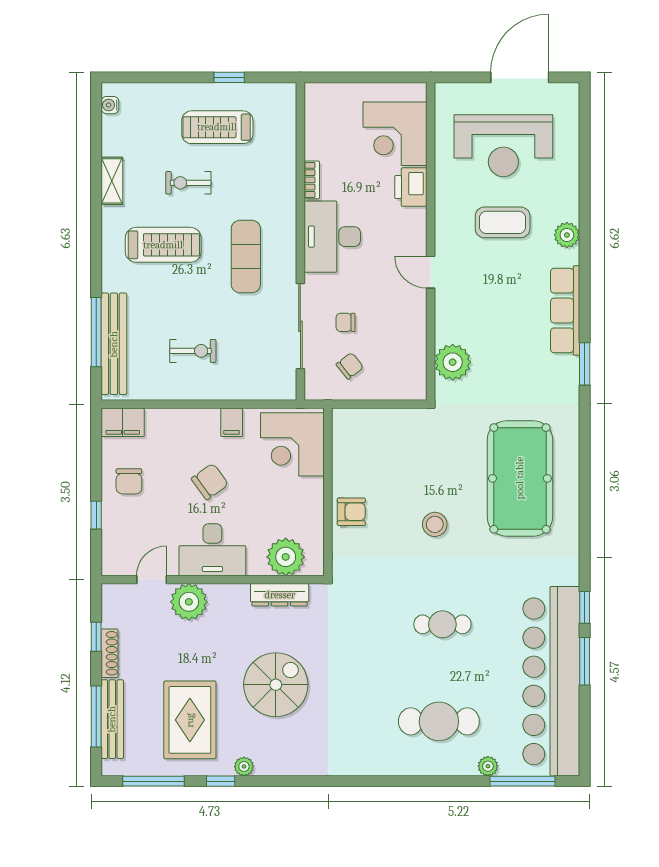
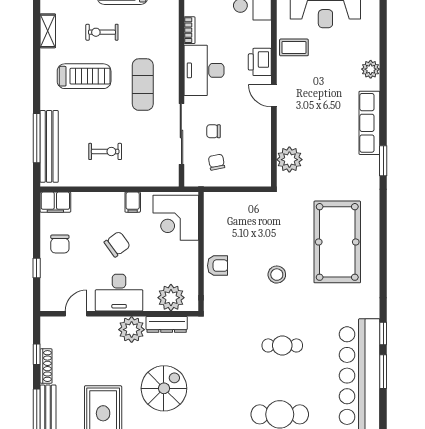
printer: (411, 187) -> (260, 62), moved
coffee table: (503, 222) -> (294, 47), moved, width x0.73, depth x0.77
chair: (350, 366) -> (216, 162), turned -63
plant: (189, 602) -> (132, 330), moved

